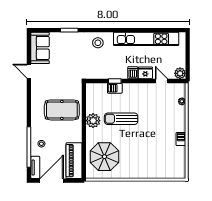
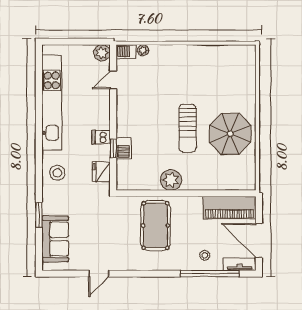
sofa: (40, 48) -> (55, 239), moved, turned 90
dishwasher: (133, 73) -> (101, 137), moved
fridge: (145, 73) -> (101, 172), moved
sun lounger: (121, 119) -> (187, 128), moved
barbecue: (181, 139) -> (126, 52), moved
parasol: (104, 157) -> (230, 134), moved

